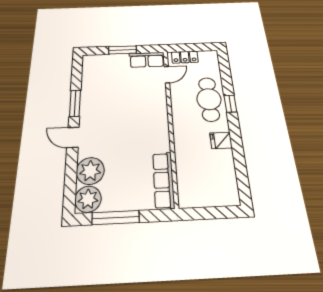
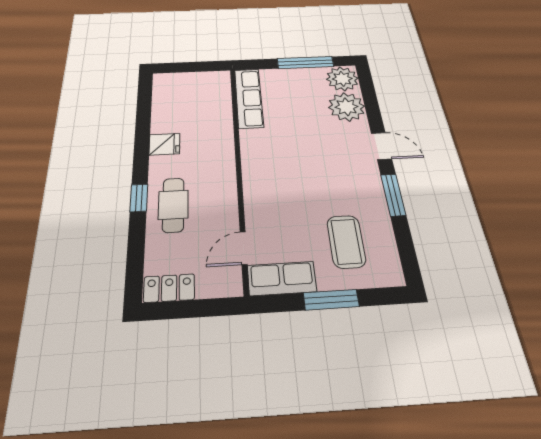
locker: (185, 57) -> (169, 288), moved
coffee table: (109, 77) -> (346, 241), added
cafe table: (209, 99) -> (173, 205), width x0.73, depth x0.74

